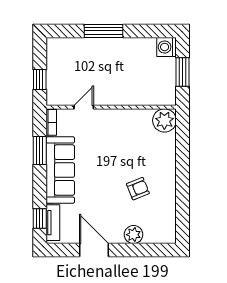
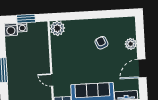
washing machine: (169, 65) -> (22, 27), added

